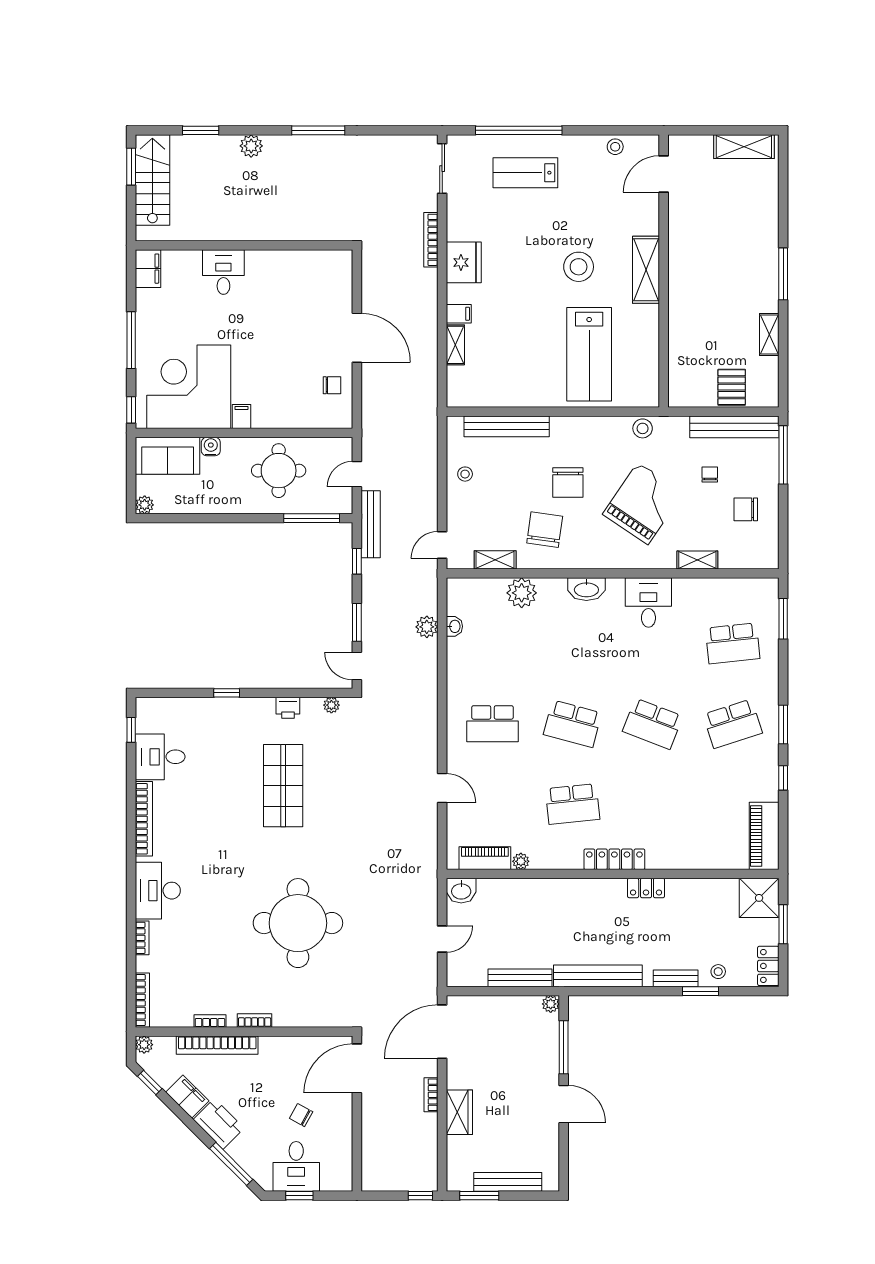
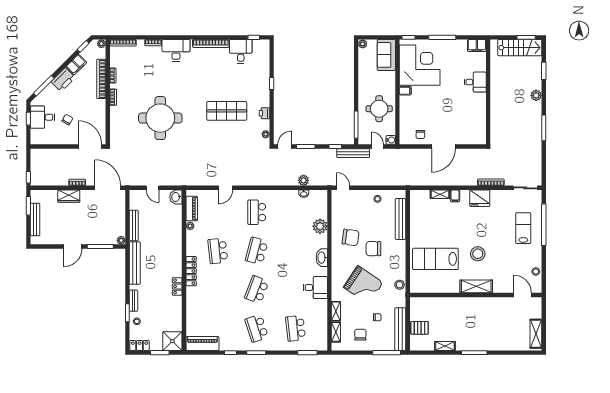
water cooler: (211, 447) -> (391, 140), moved
shelving: (495, 560) -> (336, 332), moved

